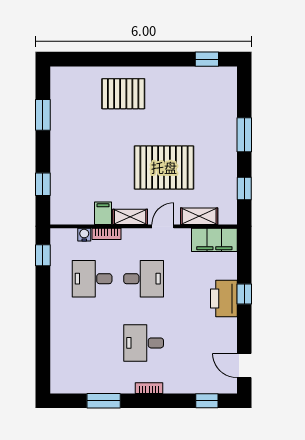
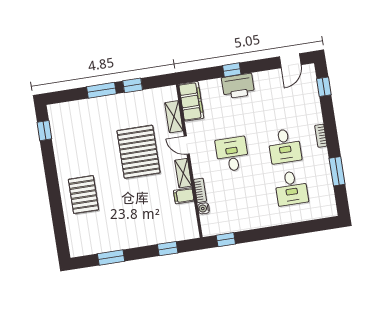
window: (244, 188) -> (133, 85), moved
desk: (92, 279) -> (291, 188), moved

